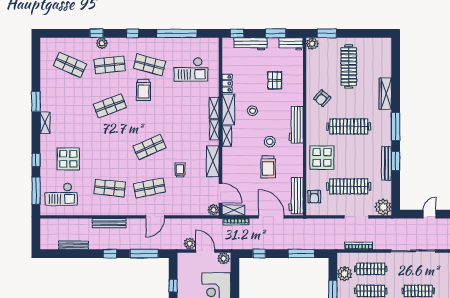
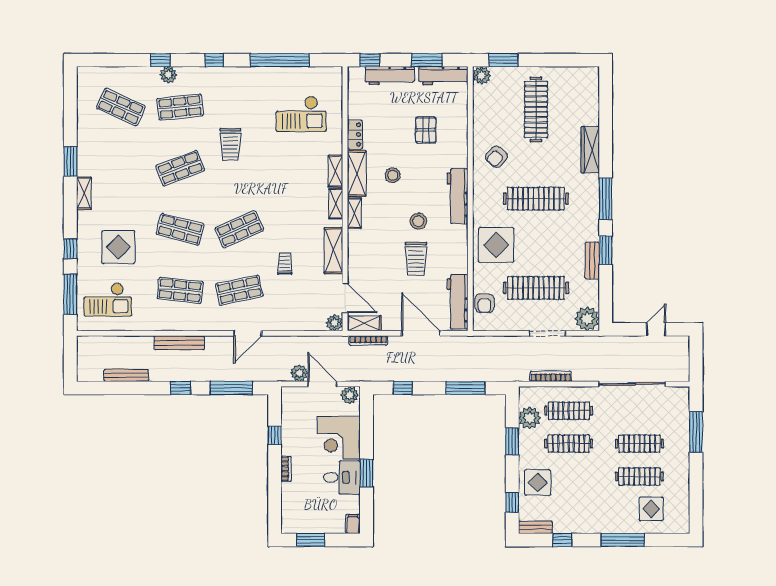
workbench: (291, 44) -> (443, 76), width x1.38
shop shelf: (149, 65) -> (180, 229), moved
bench: (387, 163) -> (592, 260), width x0.73

